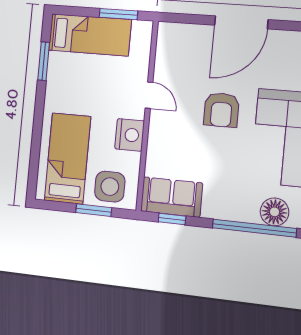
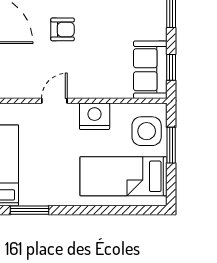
armchair: (221, 110) -> (63, 29), width x0.72, depth x0.72

